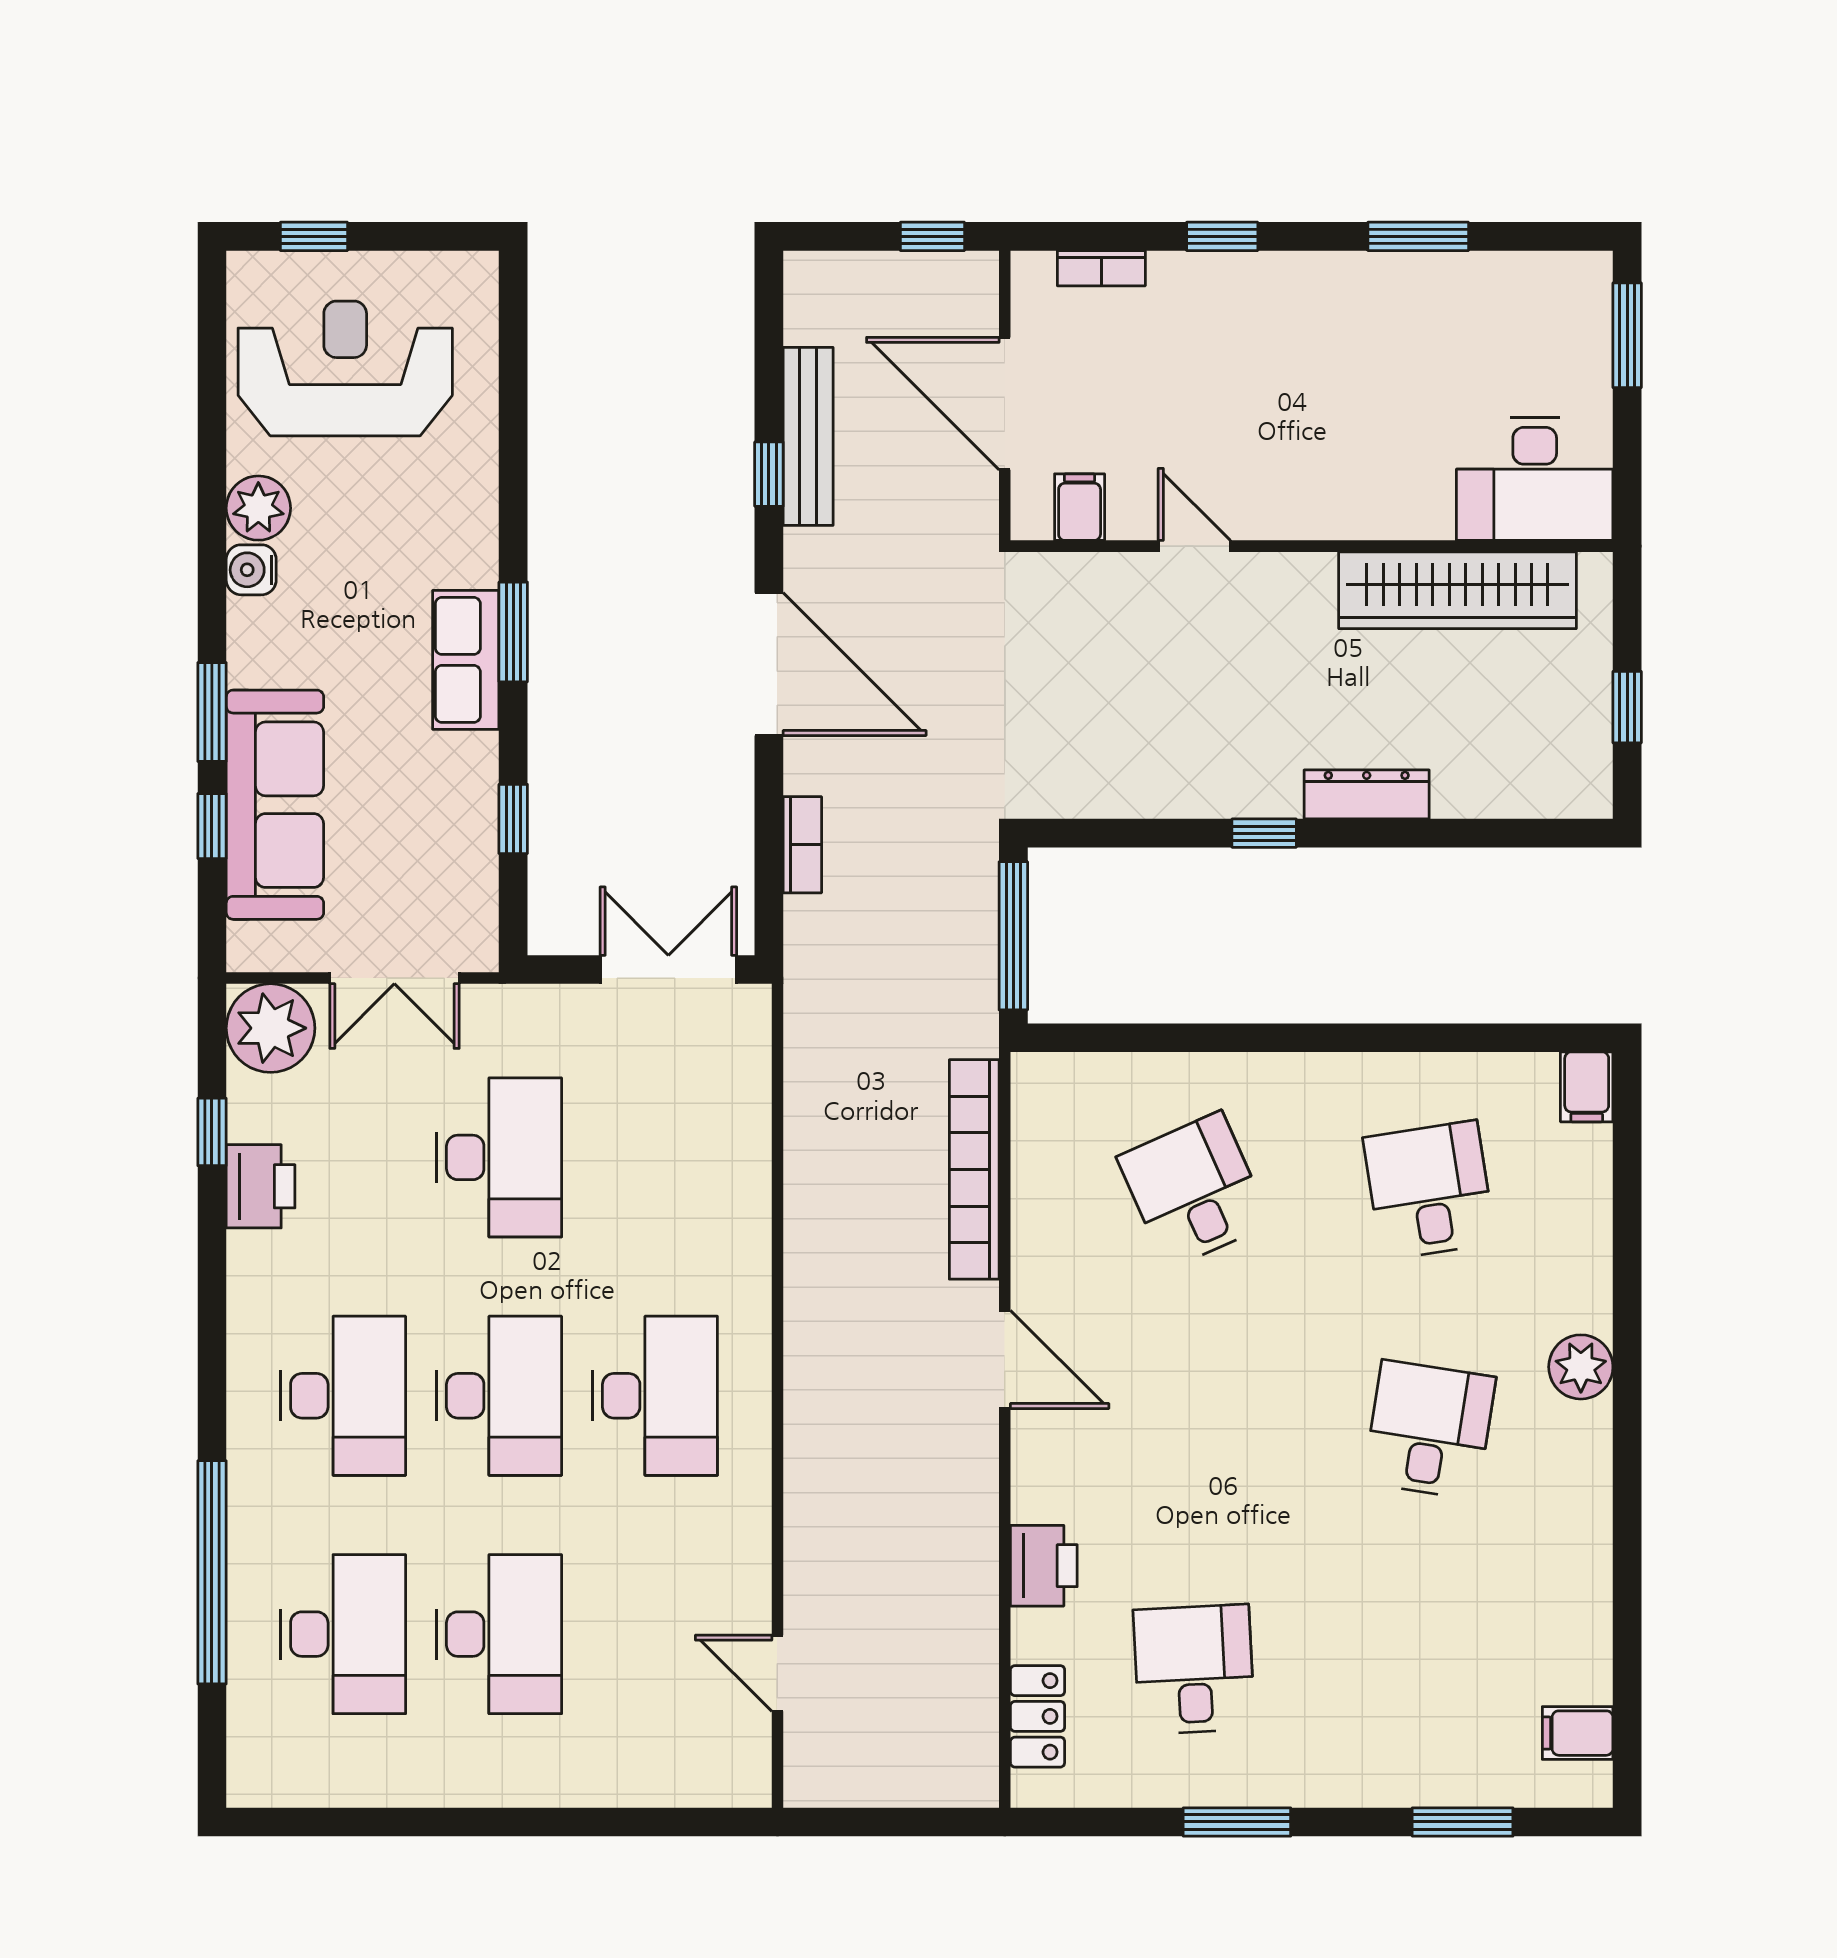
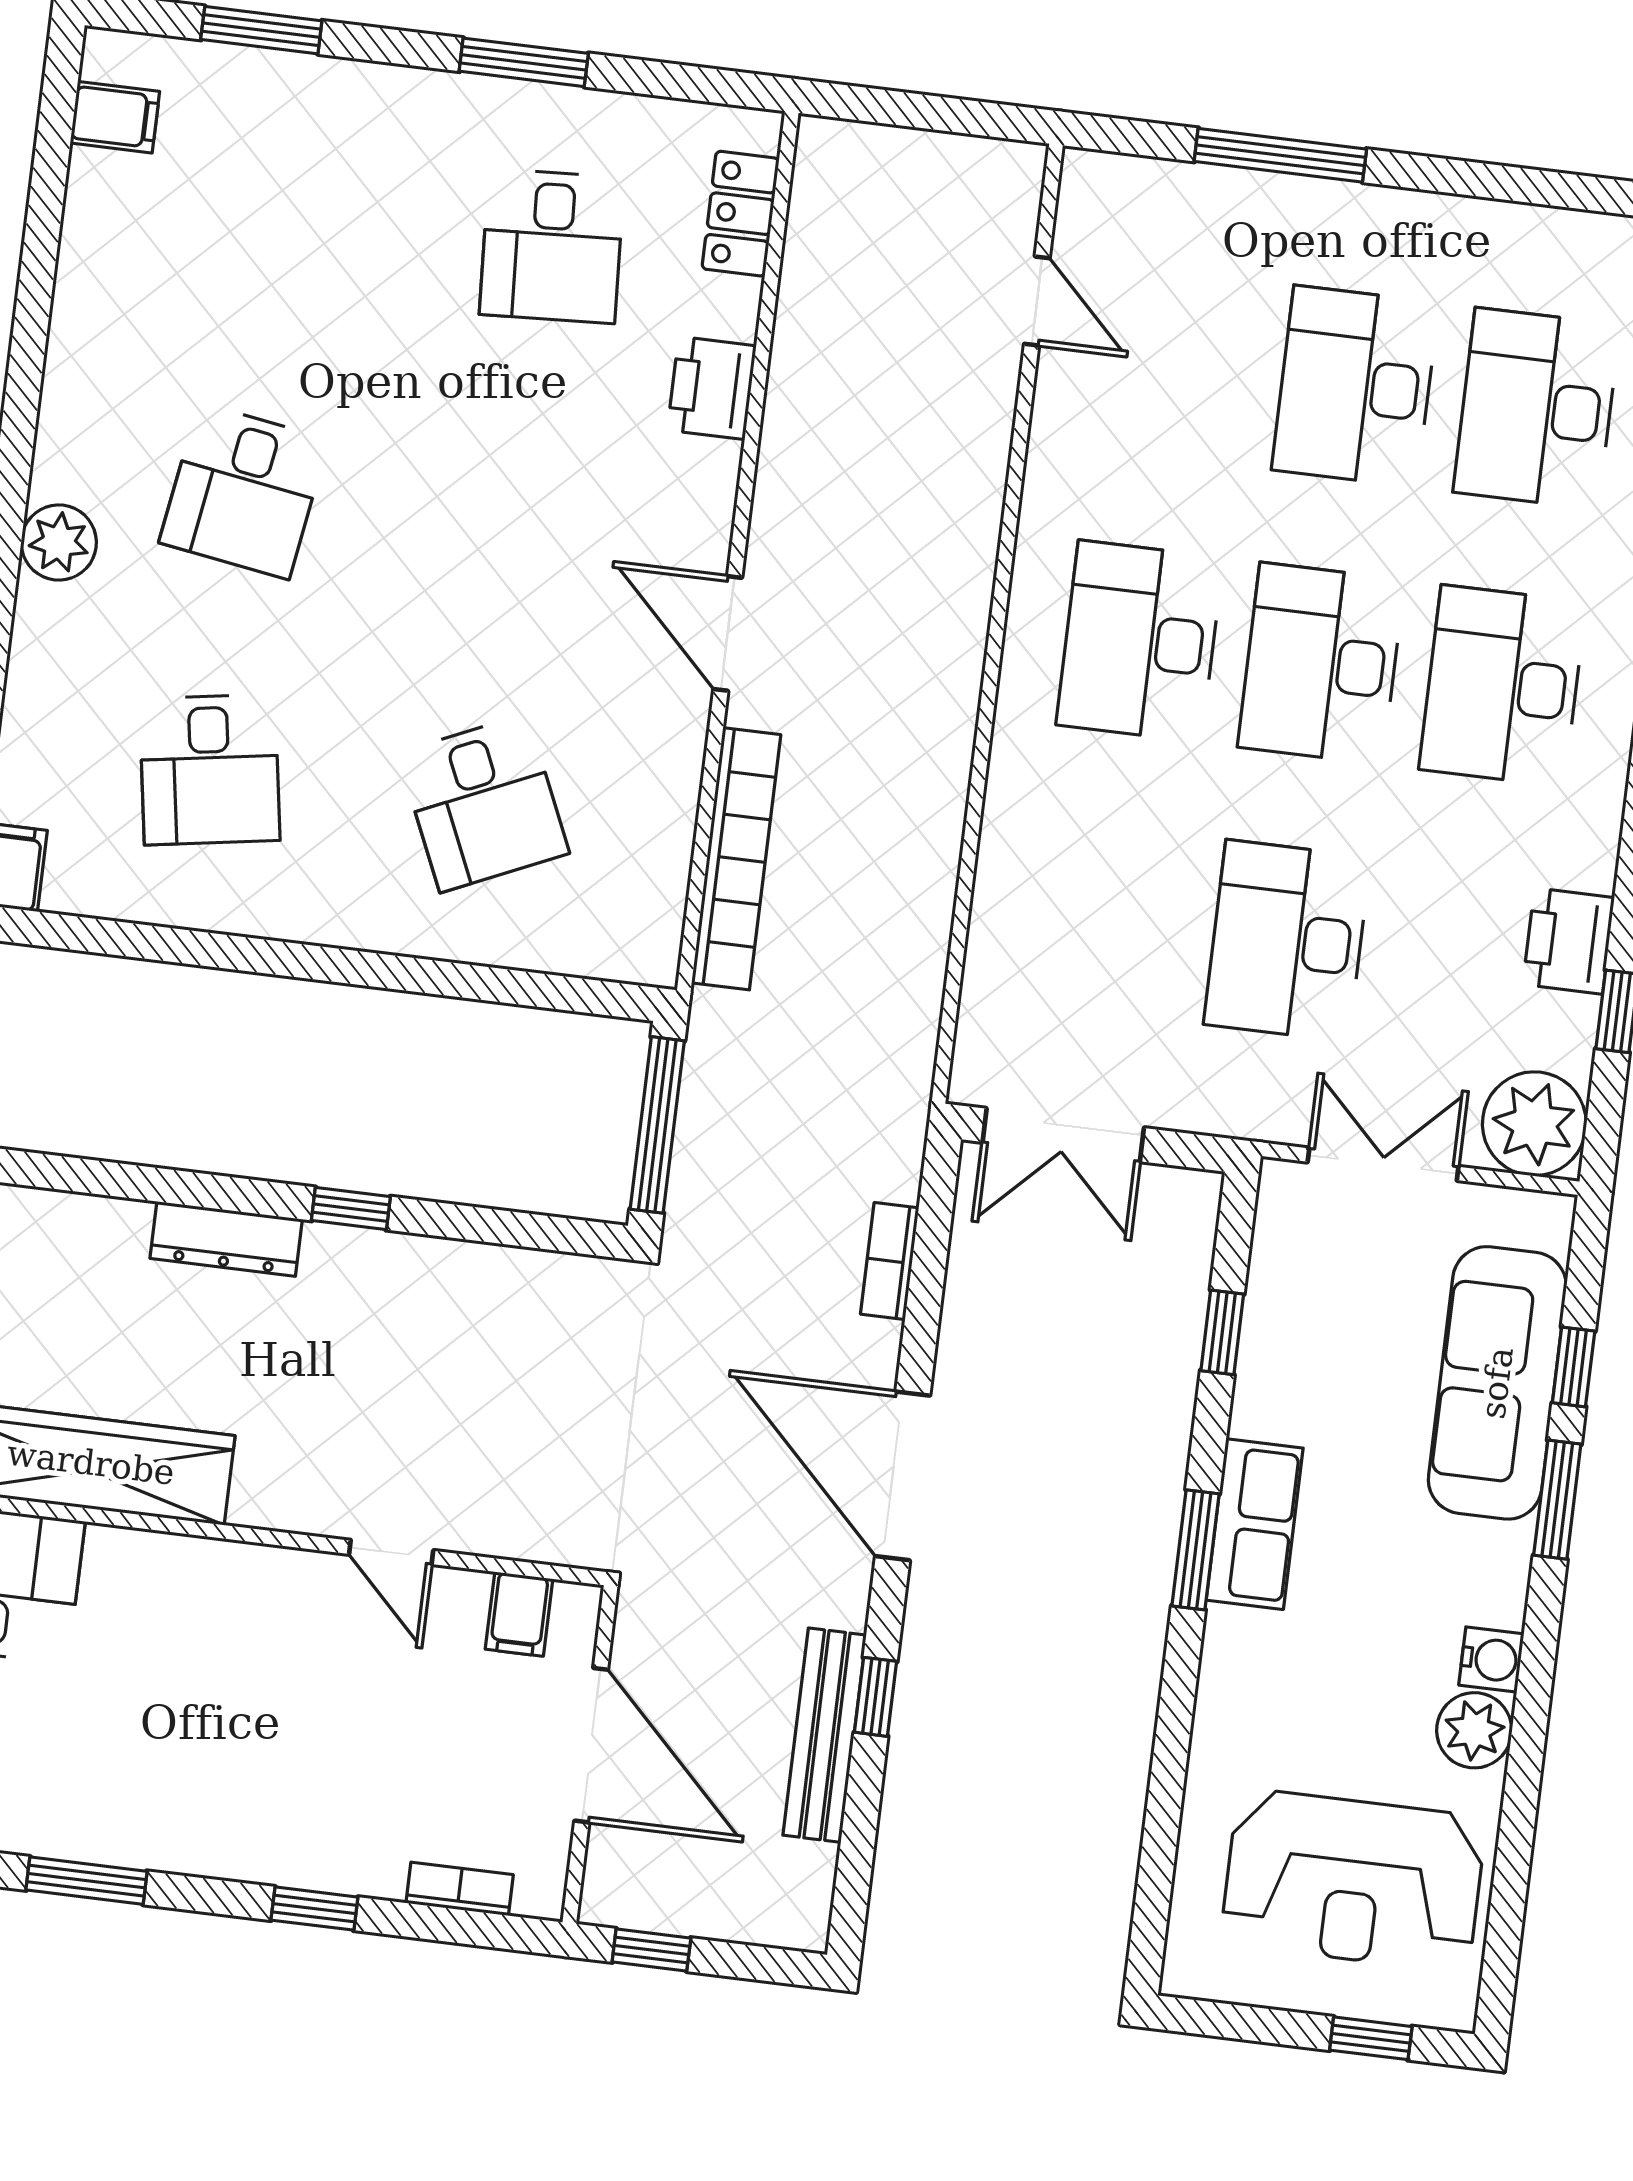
window: (586, 1822) -> (1280, 155), added

